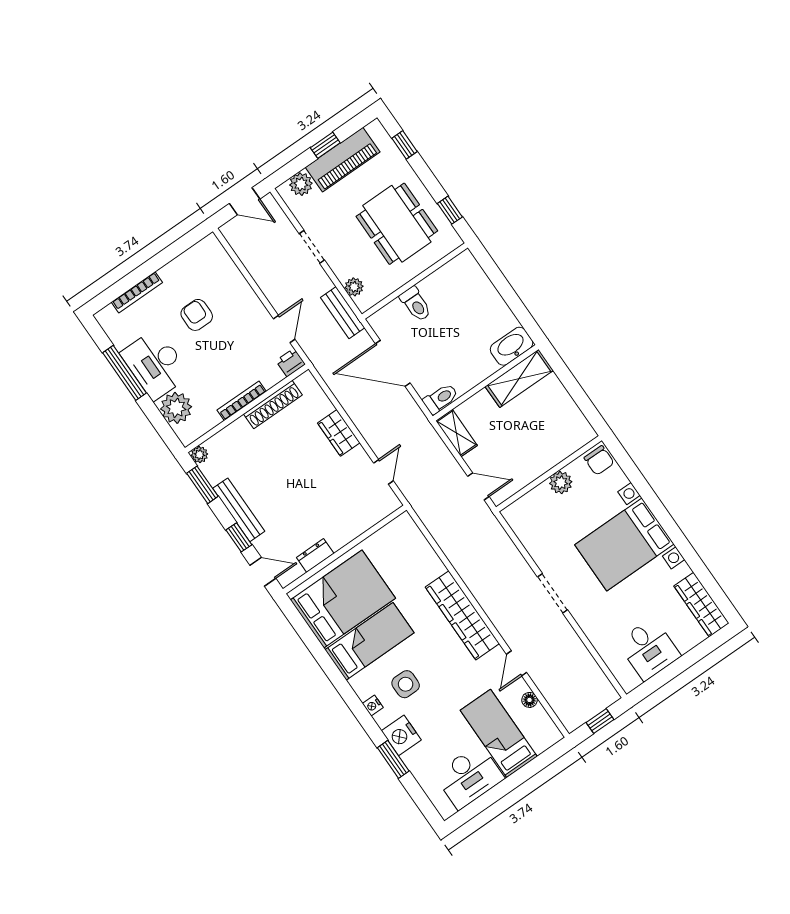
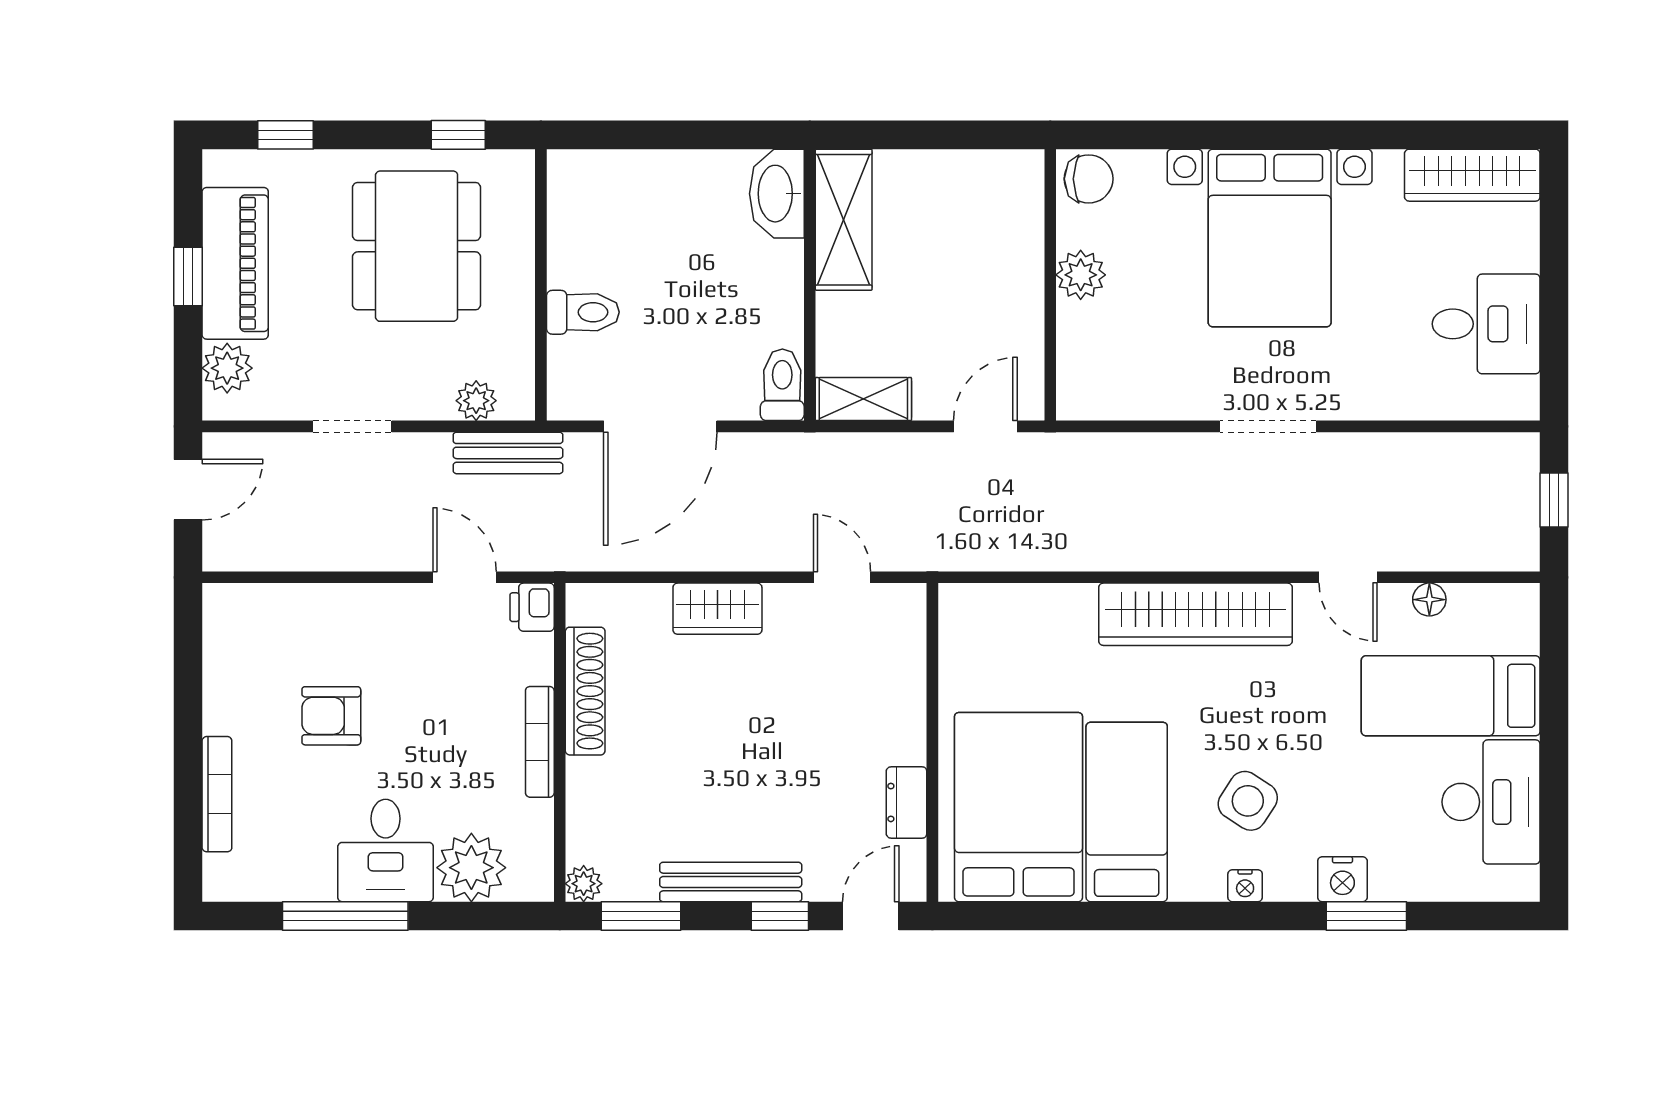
dining table: (397, 224) -> (417, 246), turned 90
desk: (155, 364) -> (386, 850), width x0.73
side table: (406, 684) -> (1248, 801), turned 33
nightstand: (401, 735) -> (1342, 879), width x0.74, depth x0.75

